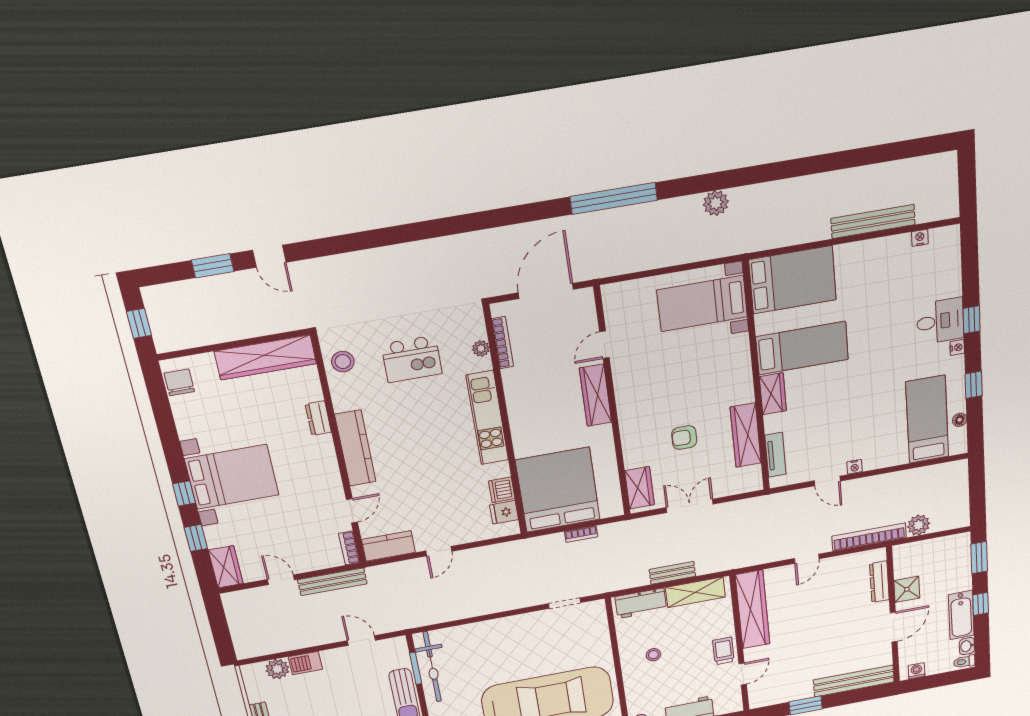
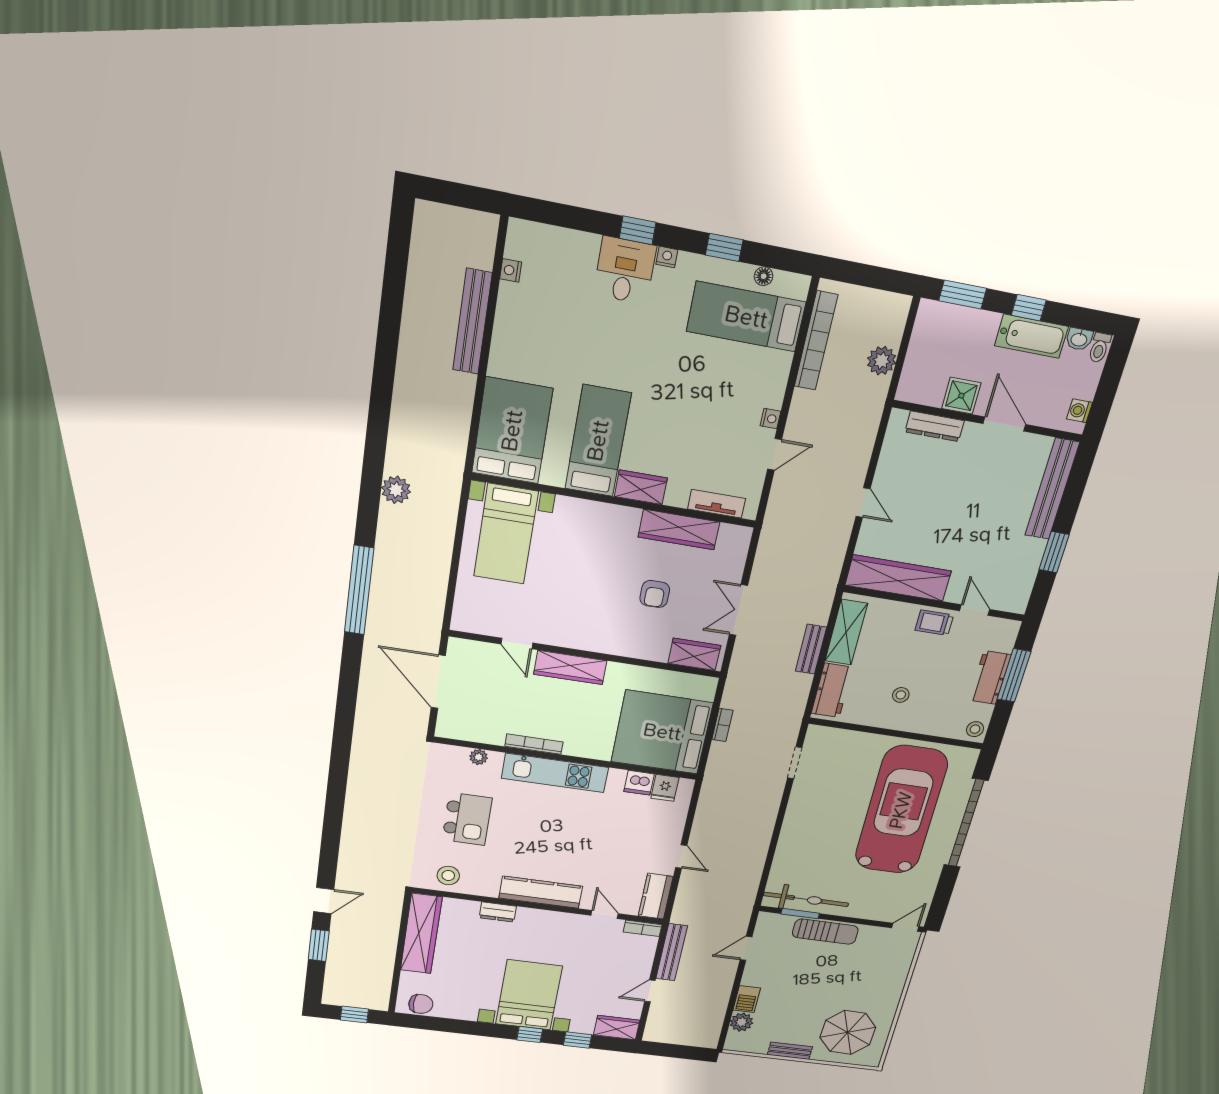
bookcase: (503, 343) -> (534, 744), moved
chair: (179, 382) -> (421, 1004), turned 180
bookcase: (869, 537) -> (816, 341), moved, turned 180

